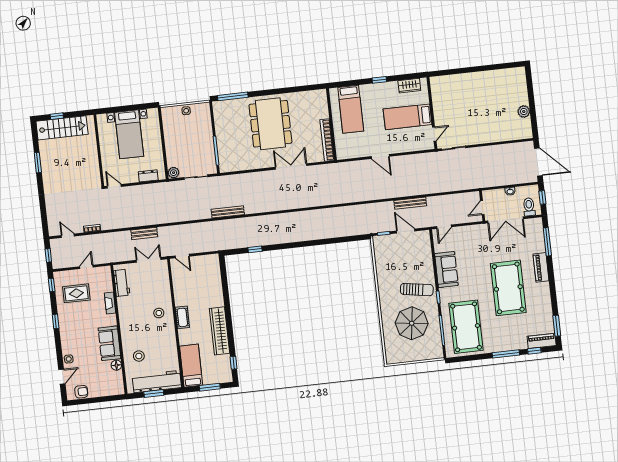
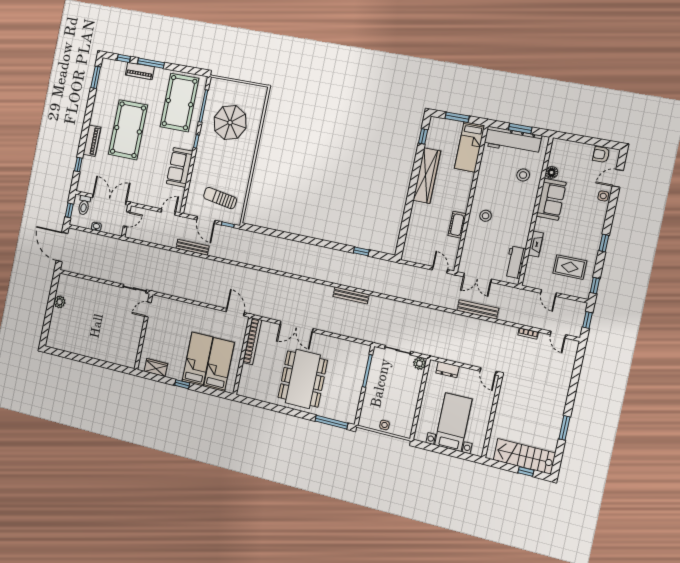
bed: (408, 117) -> (197, 359), moved, turned -90
door: (380, 156) -> (235, 312), moved
bench: (228, 212) -> (351, 295), moved
bench: (144, 233) -> (478, 309), width x1.36
window: (547, 242) -> (78, 164), width x0.46
door: (86, 267) -> (549, 293), hinge flipped
sun lounger: (417, 290) -> (220, 198), moved
cot: (182, 317) -> (457, 225), moved
piano: (542, 341) -> (140, 71), moved

